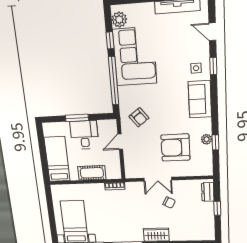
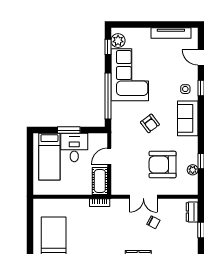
window: (110, 40) -> (108, 47), moved
armchair: (139, 117) -> (150, 123), moved
plant: (207, 139) -> (193, 170), moved
bed: (57, 159) -> (49, 157), moved, turned 180
cot: (92, 173) -> (100, 181), moved, turned 90

